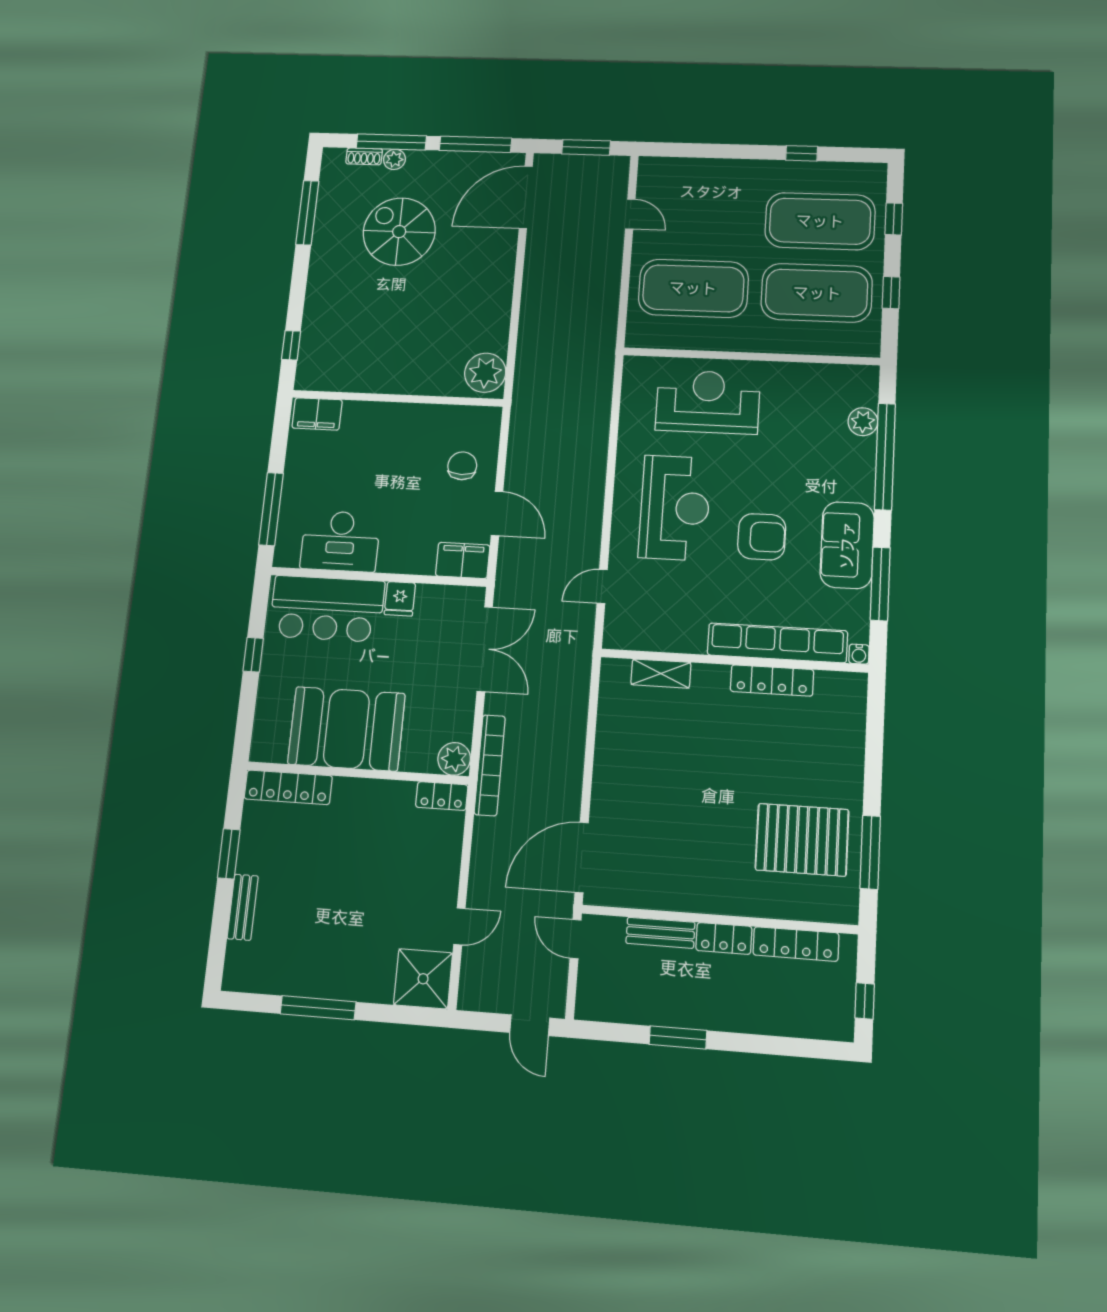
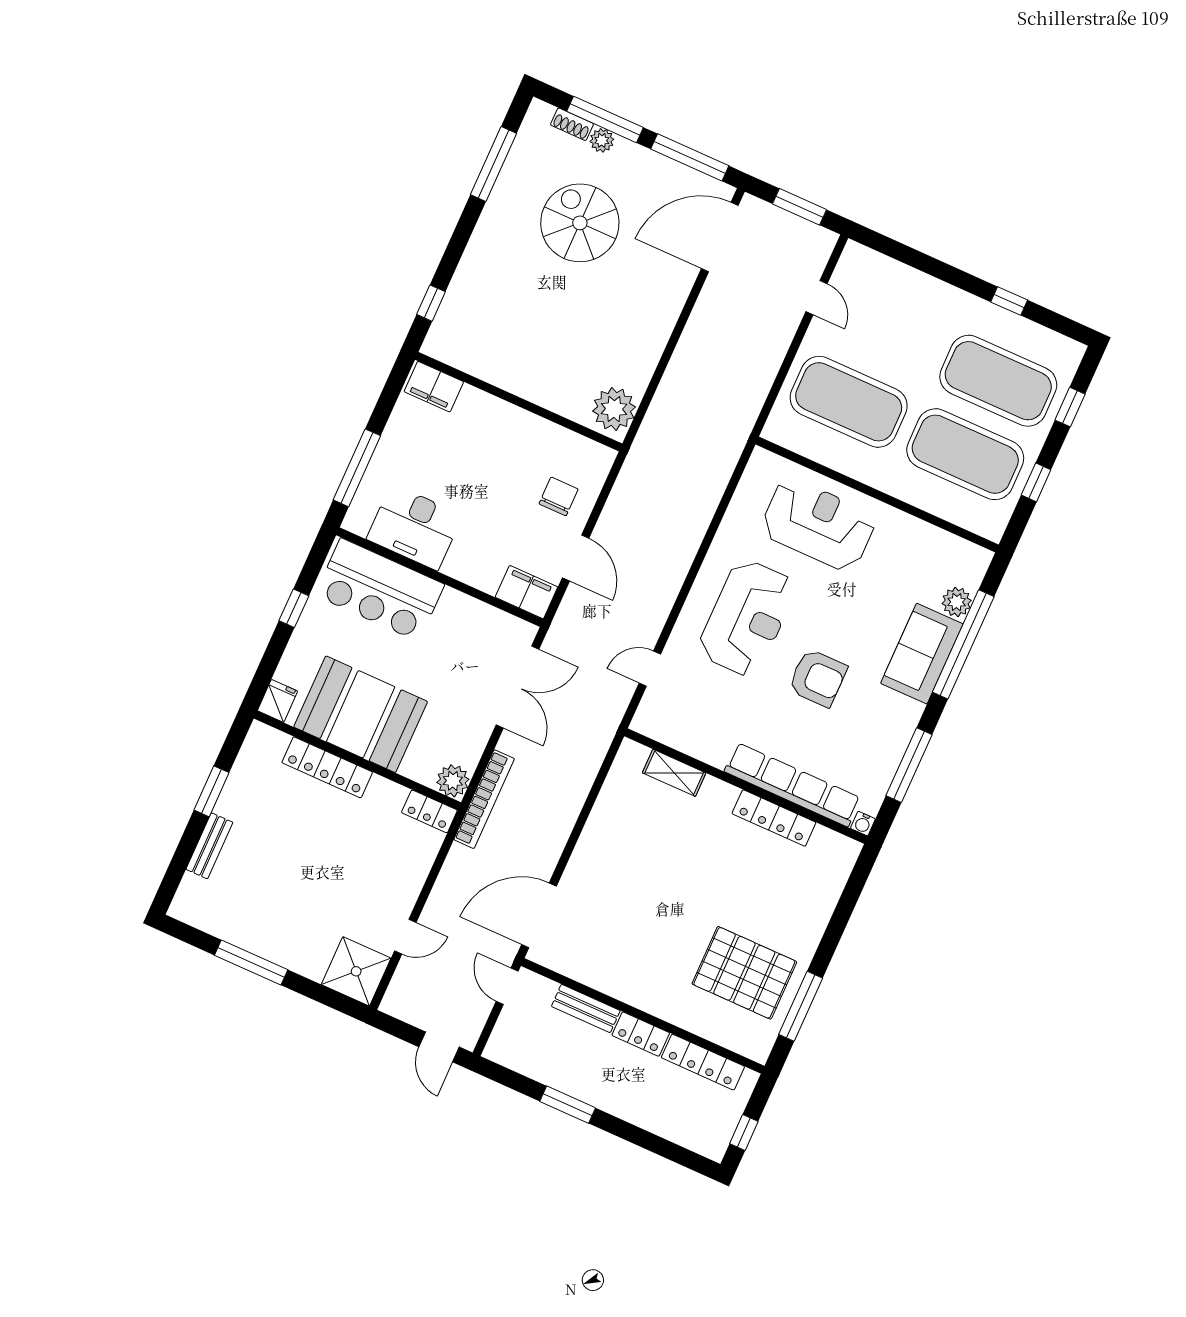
sofa: (847, 545) -> (922, 654), moved
fridge: (400, 599) -> (277, 701), moved, turned 180
locker: (288, 787) -> (327, 767), moved

